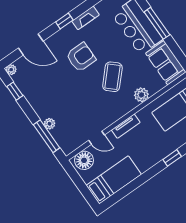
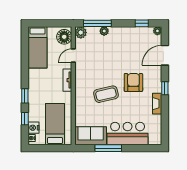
window: (157, 23) -> (108, 148), moved
armchair: (81, 57) -> (133, 82), turned 180
coffee table: (112, 77) -> (106, 94), turned -56
plant: (141, 95) -> (81, 32), moved

